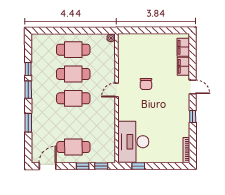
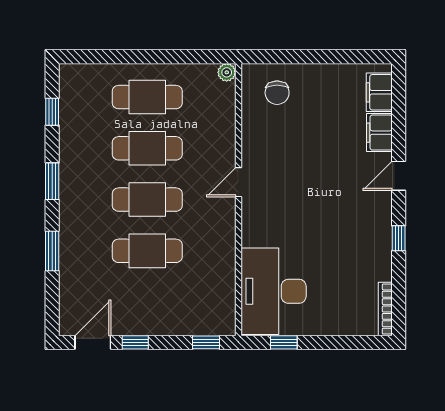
window: (28, 69) -> (52, 112), moved
chair: (146, 84) -> (277, 93), moved
door: (193, 87) -> (399, 176), swing flipped
cafe table: (73, 147) -> (147, 251), moved
window: (83, 166) -> (135, 342), moved

